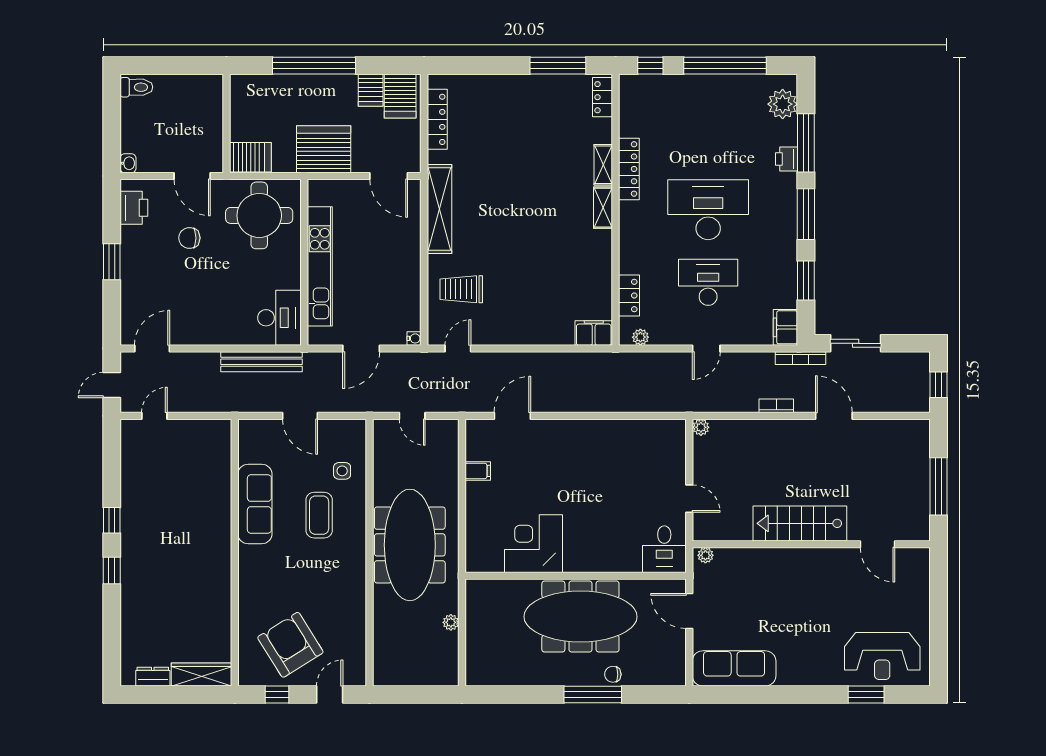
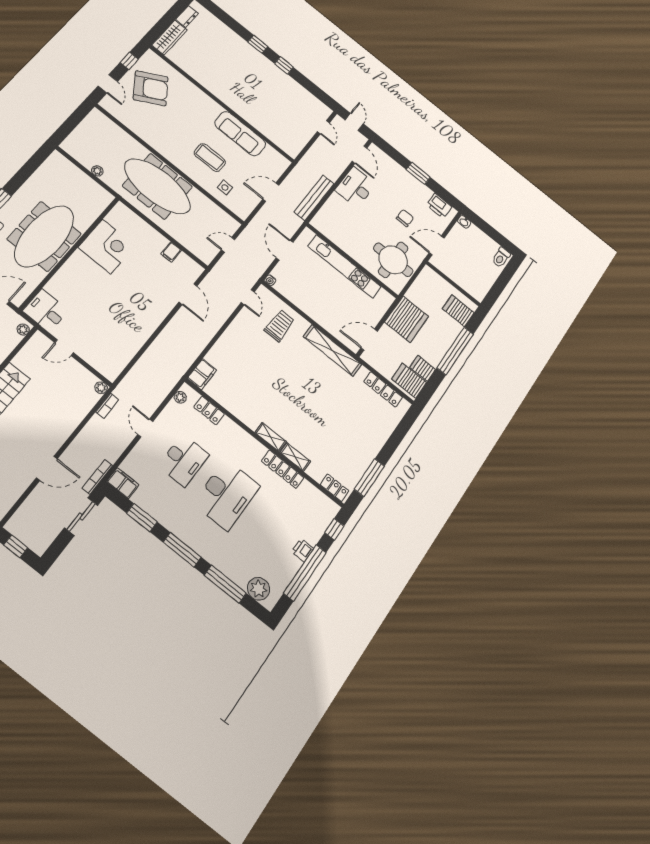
server rack: (250, 157) -> (458, 311), moved, turned 90
printer: (787, 159) -> (303, 550), moved, turned -90
desk: (279, 318) -> (355, 187), moved, turned 90
bookcase: (776, 406) -> (107, 406), moved

